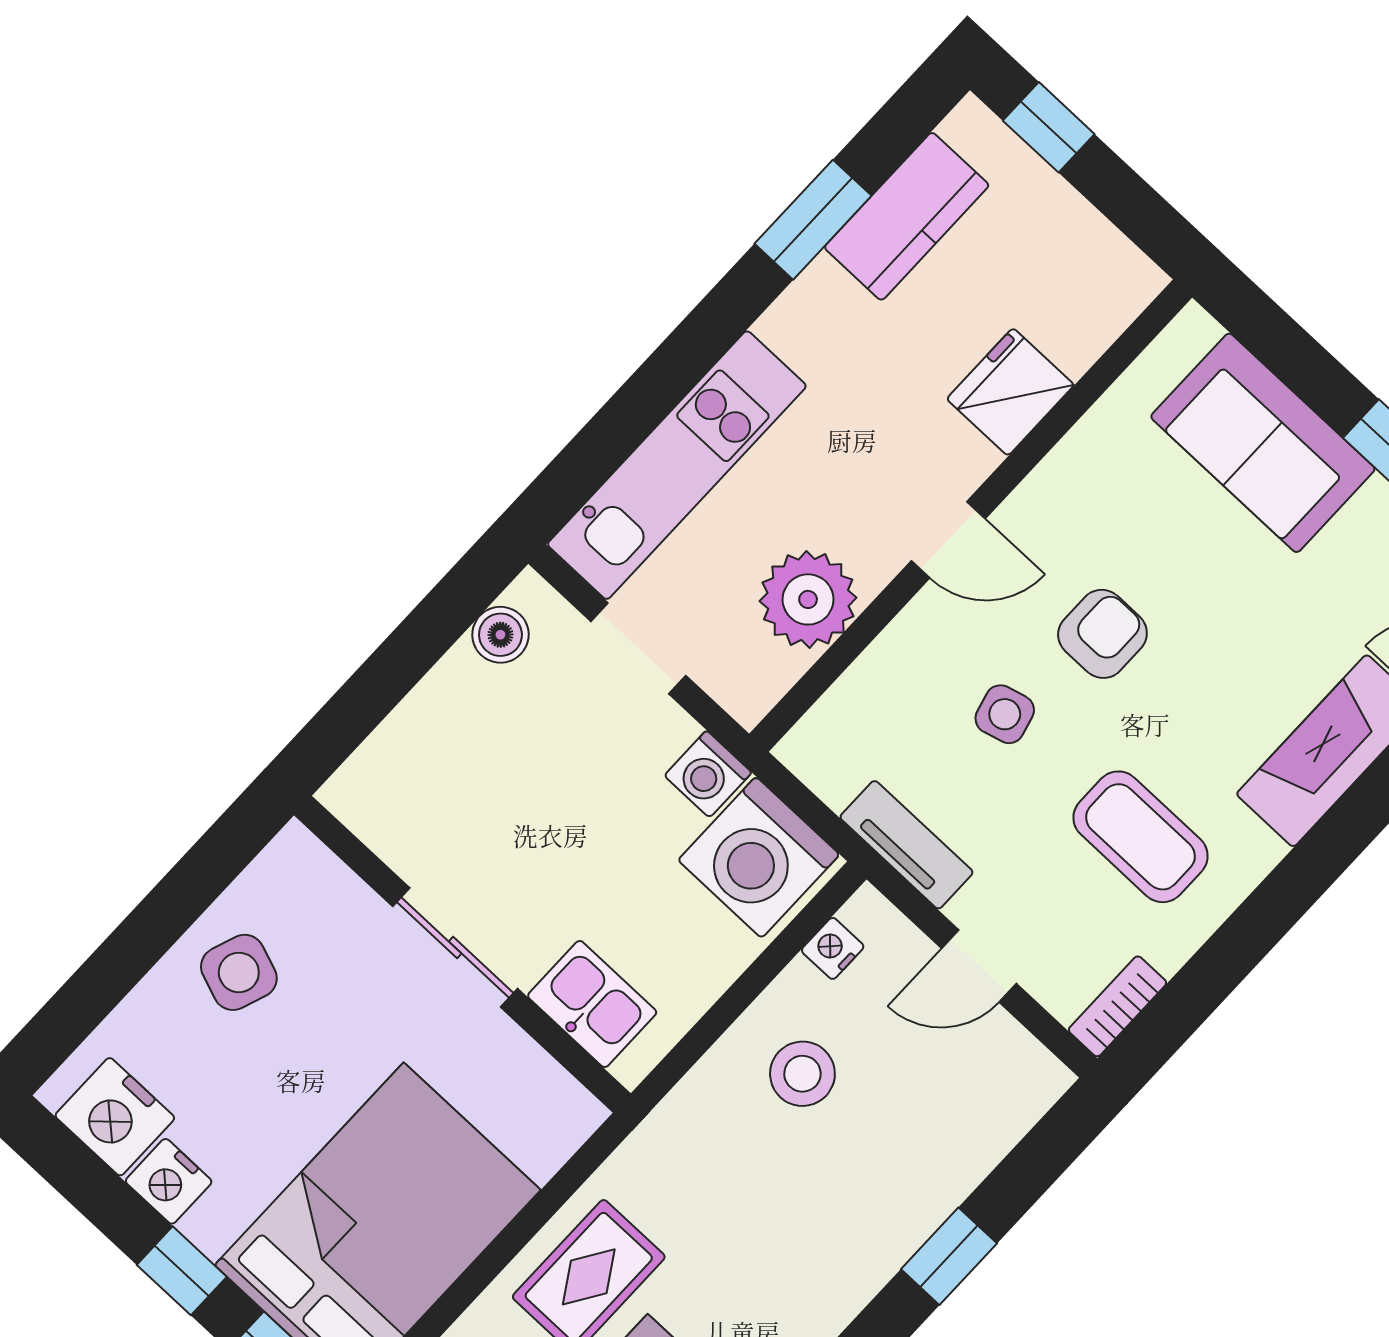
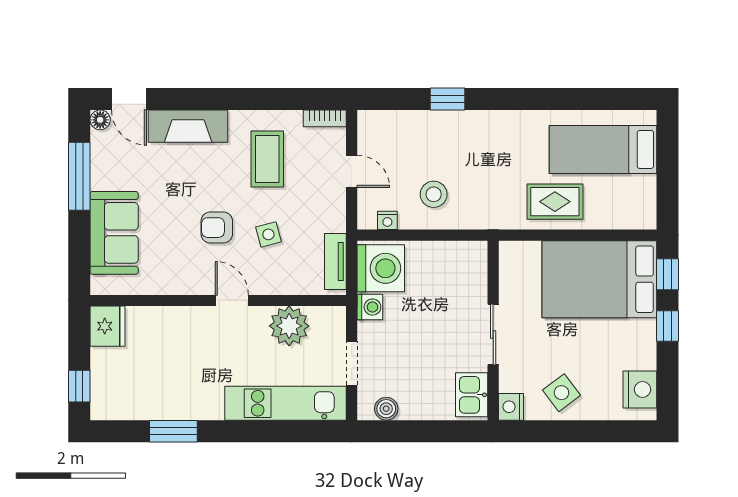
kitchen counter: (907, 216) -> (146, 404), removed
fridge: (1010, 392) -> (108, 326), moved, turned -90
tv unit: (906, 845) -> (335, 261), moved
side table: (239, 972) -> (561, 393), turned 33
kitchen sink: (592, 1004) -> (472, 395), moved
nightstand: (169, 1181) -> (511, 407), moved, turned 180

